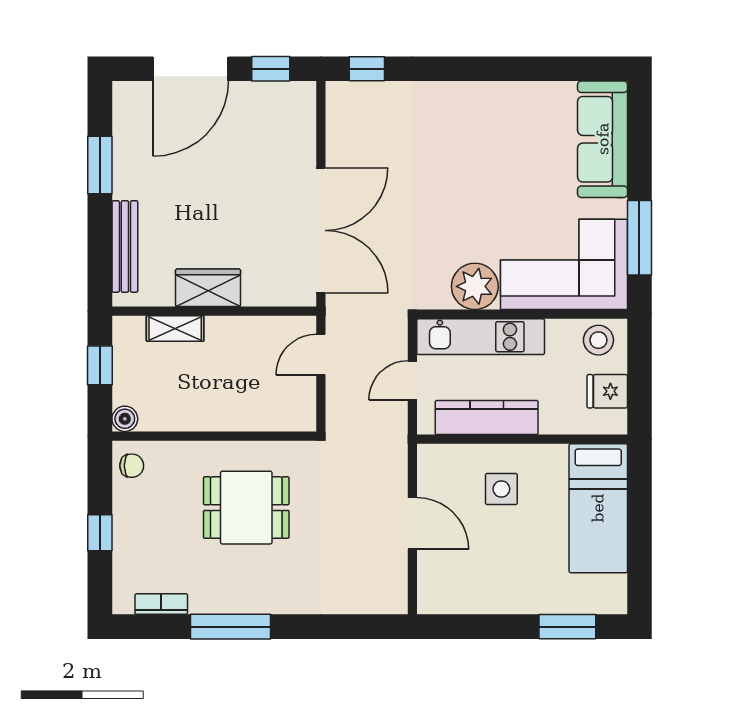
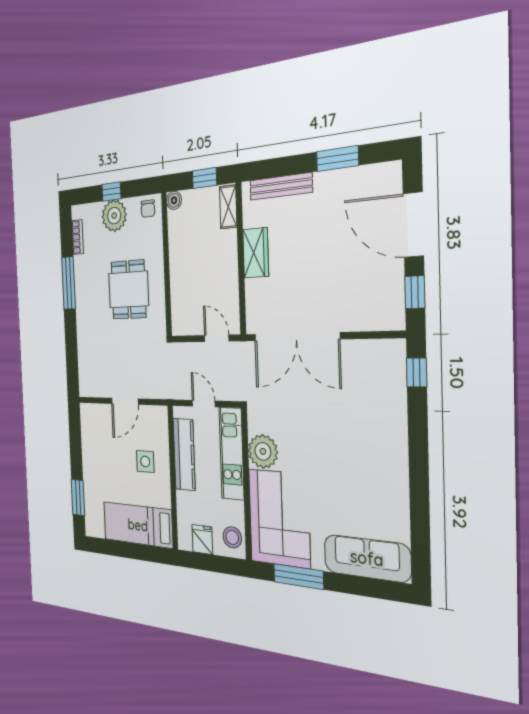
shelving: (175, 329) -> (228, 207), moved
plant: (136, 529) -> (114, 216), added

